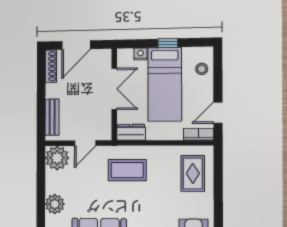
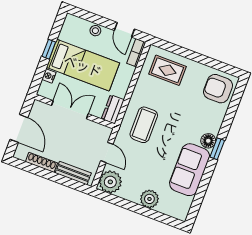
shoe rack: (51, 66) -> (41, 162), moved
stool: (202, 69) -> (95, 31), moved

